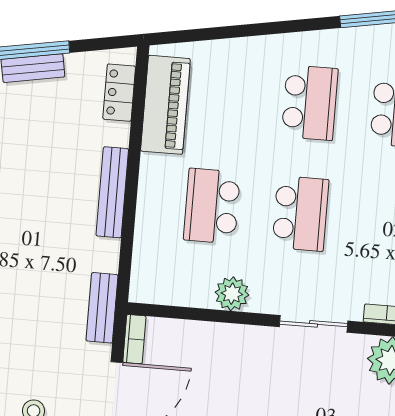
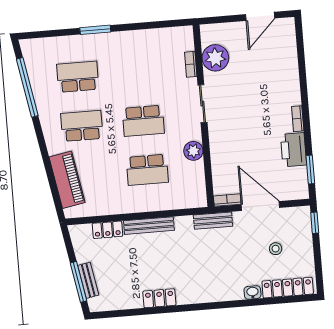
locker: (119, 93) -> (107, 230), moved
piano: (165, 105) -> (67, 180), moved, turned 80
school desk: (300, 213) -> (143, 121), turned 180

